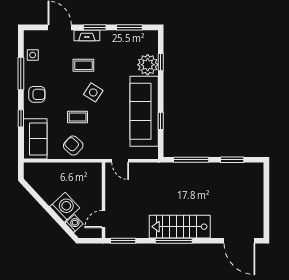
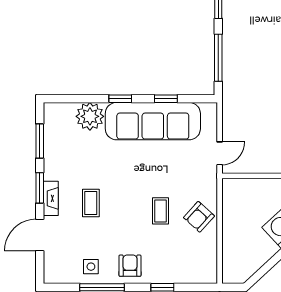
side table: (33, 55) -> (91, 267), moved
window: (161, 62) -> (120, 99), moved
side table: (93, 92) -> (127, 190), removed
sofa: (35, 139) -> (190, 268), removed

